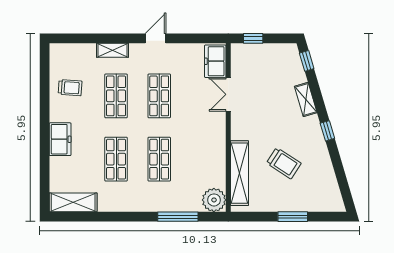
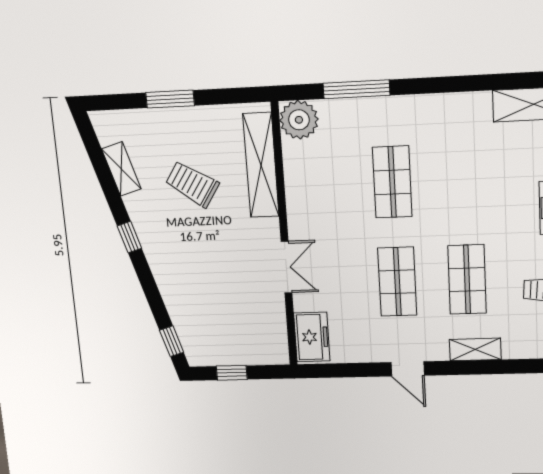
door: (155, 38) -> (408, 369), hinge flipped
window: (253, 38) -> (232, 373), moved
double door: (228, 94) -> (286, 267), moved
shelving: (306, 99) -> (121, 169), moved
shop shelf: (116, 159) -> (463, 179), removed

